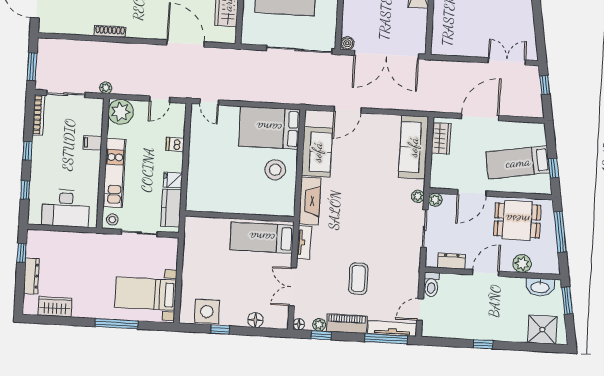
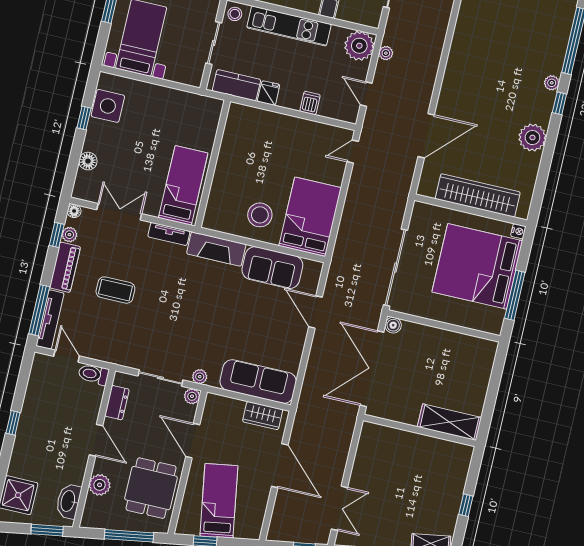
shoe rack: (110, 31) -> (456, 50), removed
plant: (106, 88) -> (386, 53), moved

